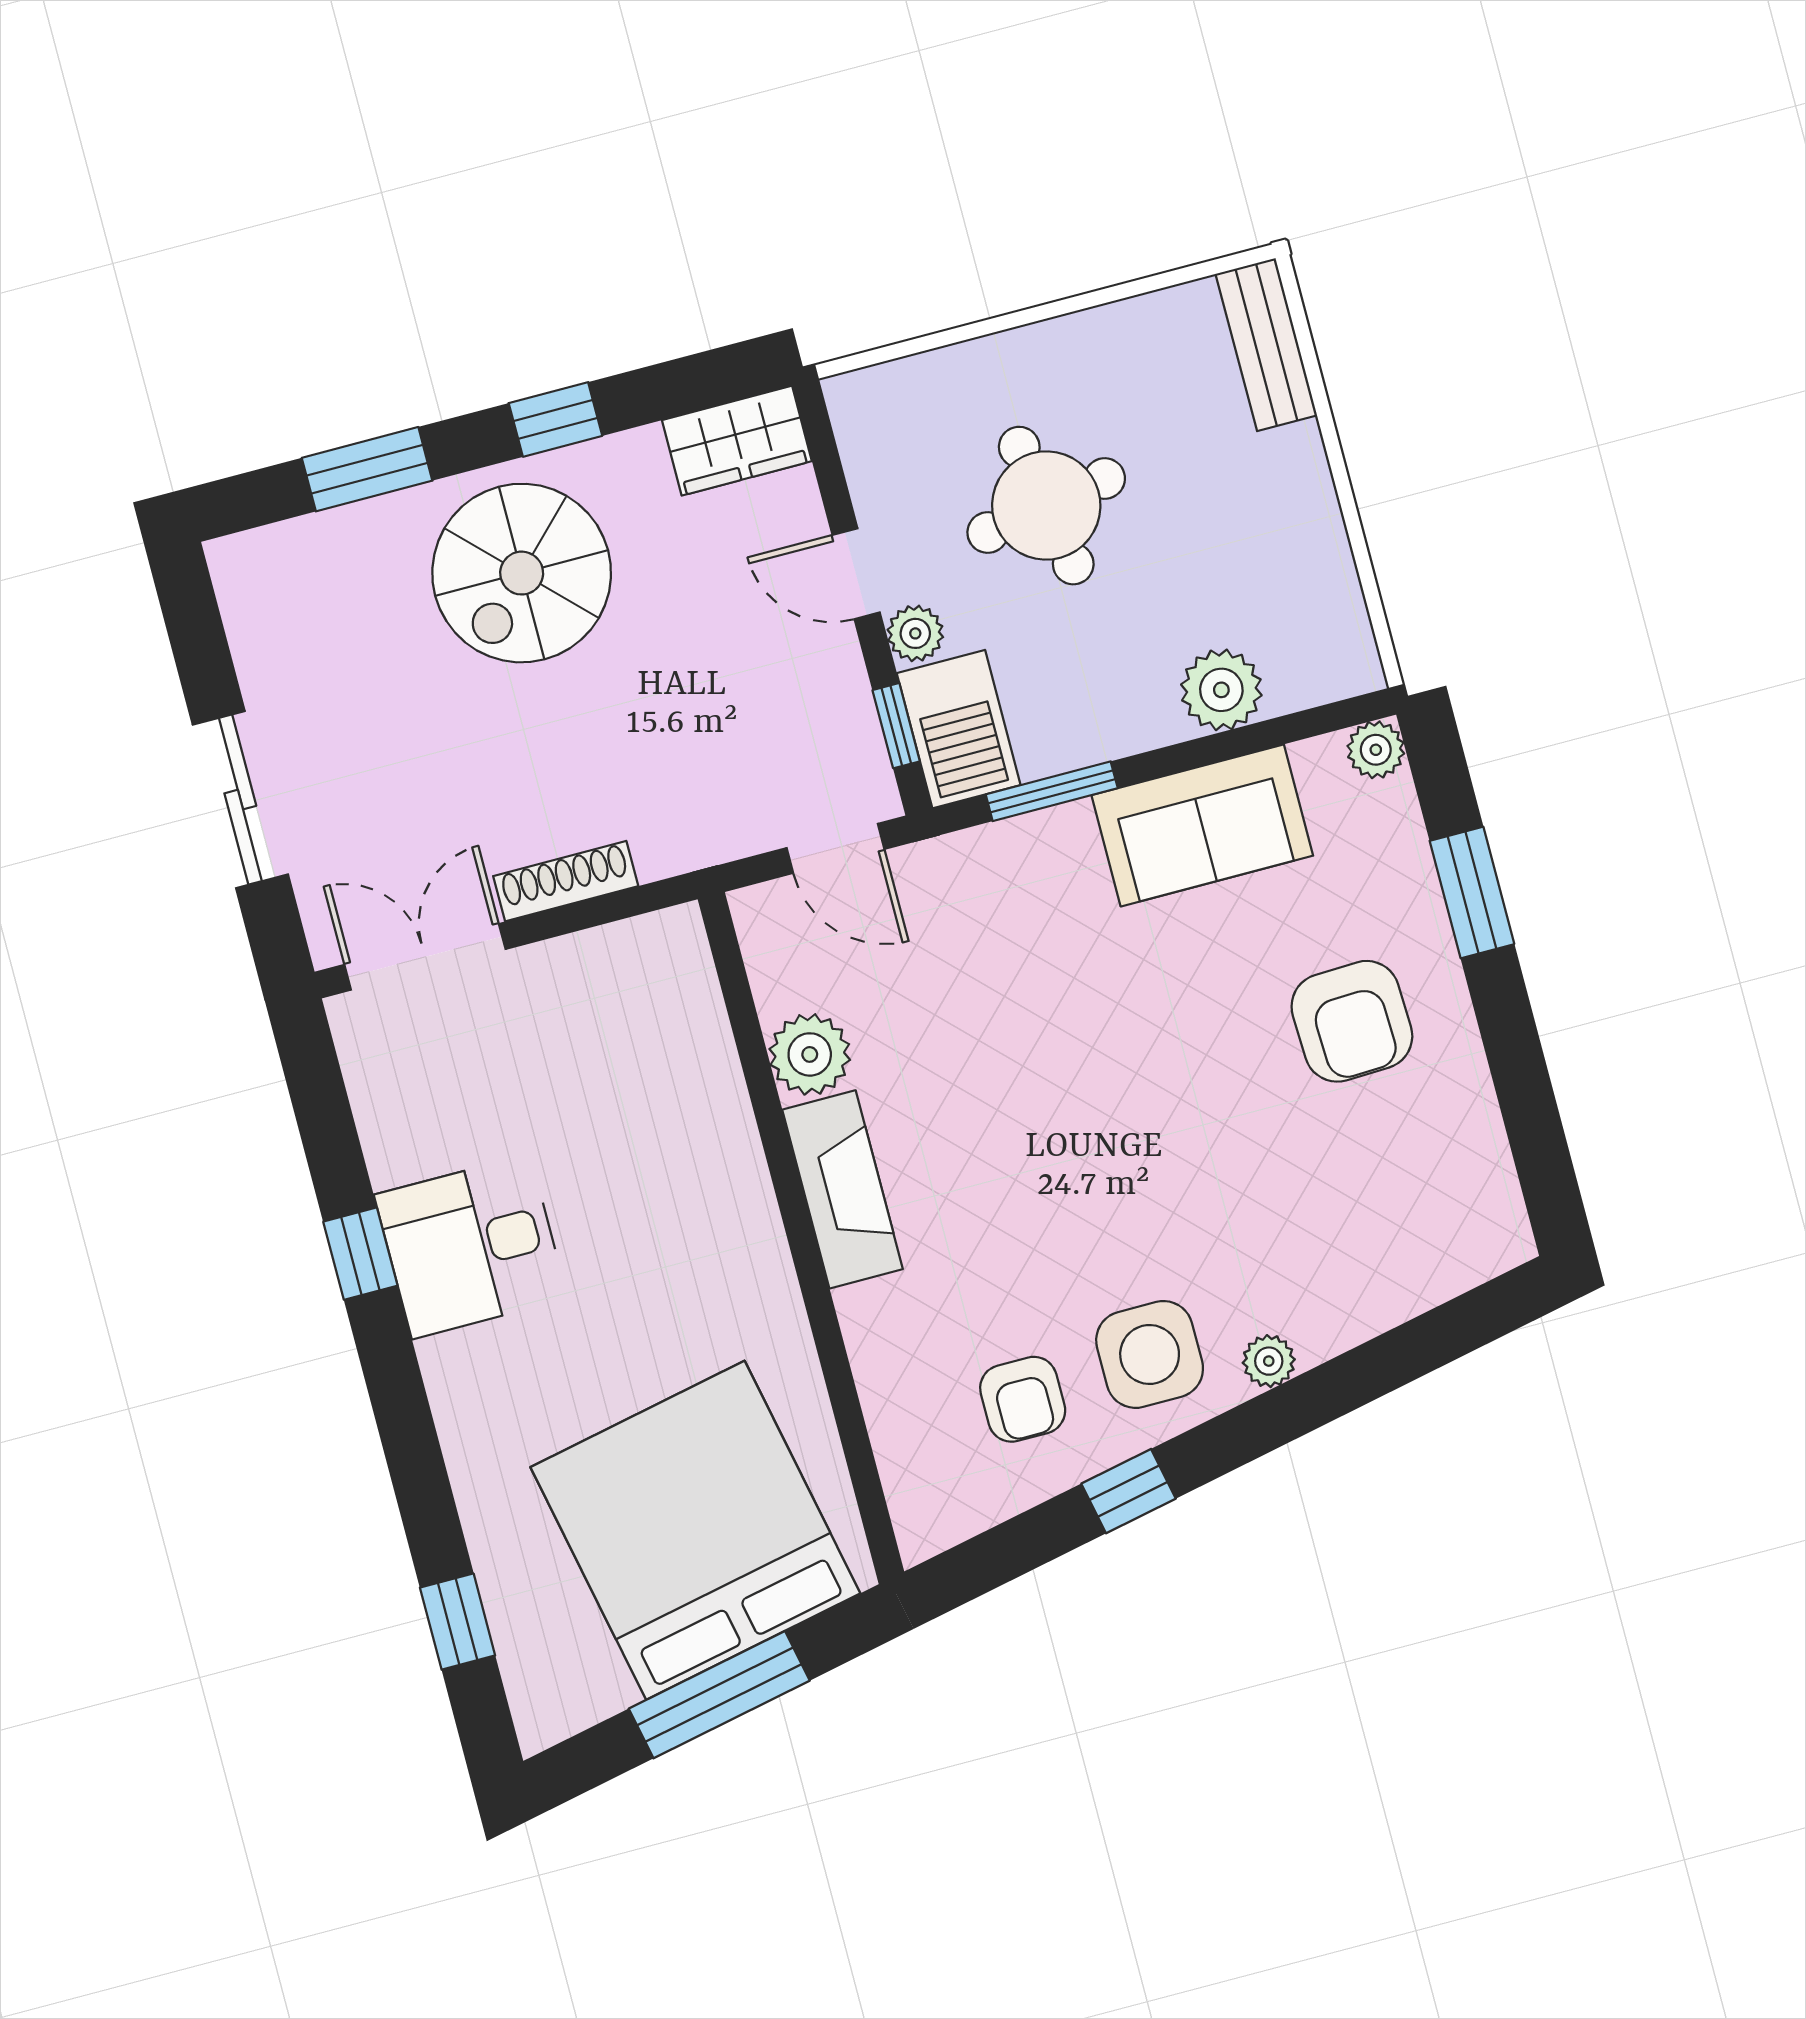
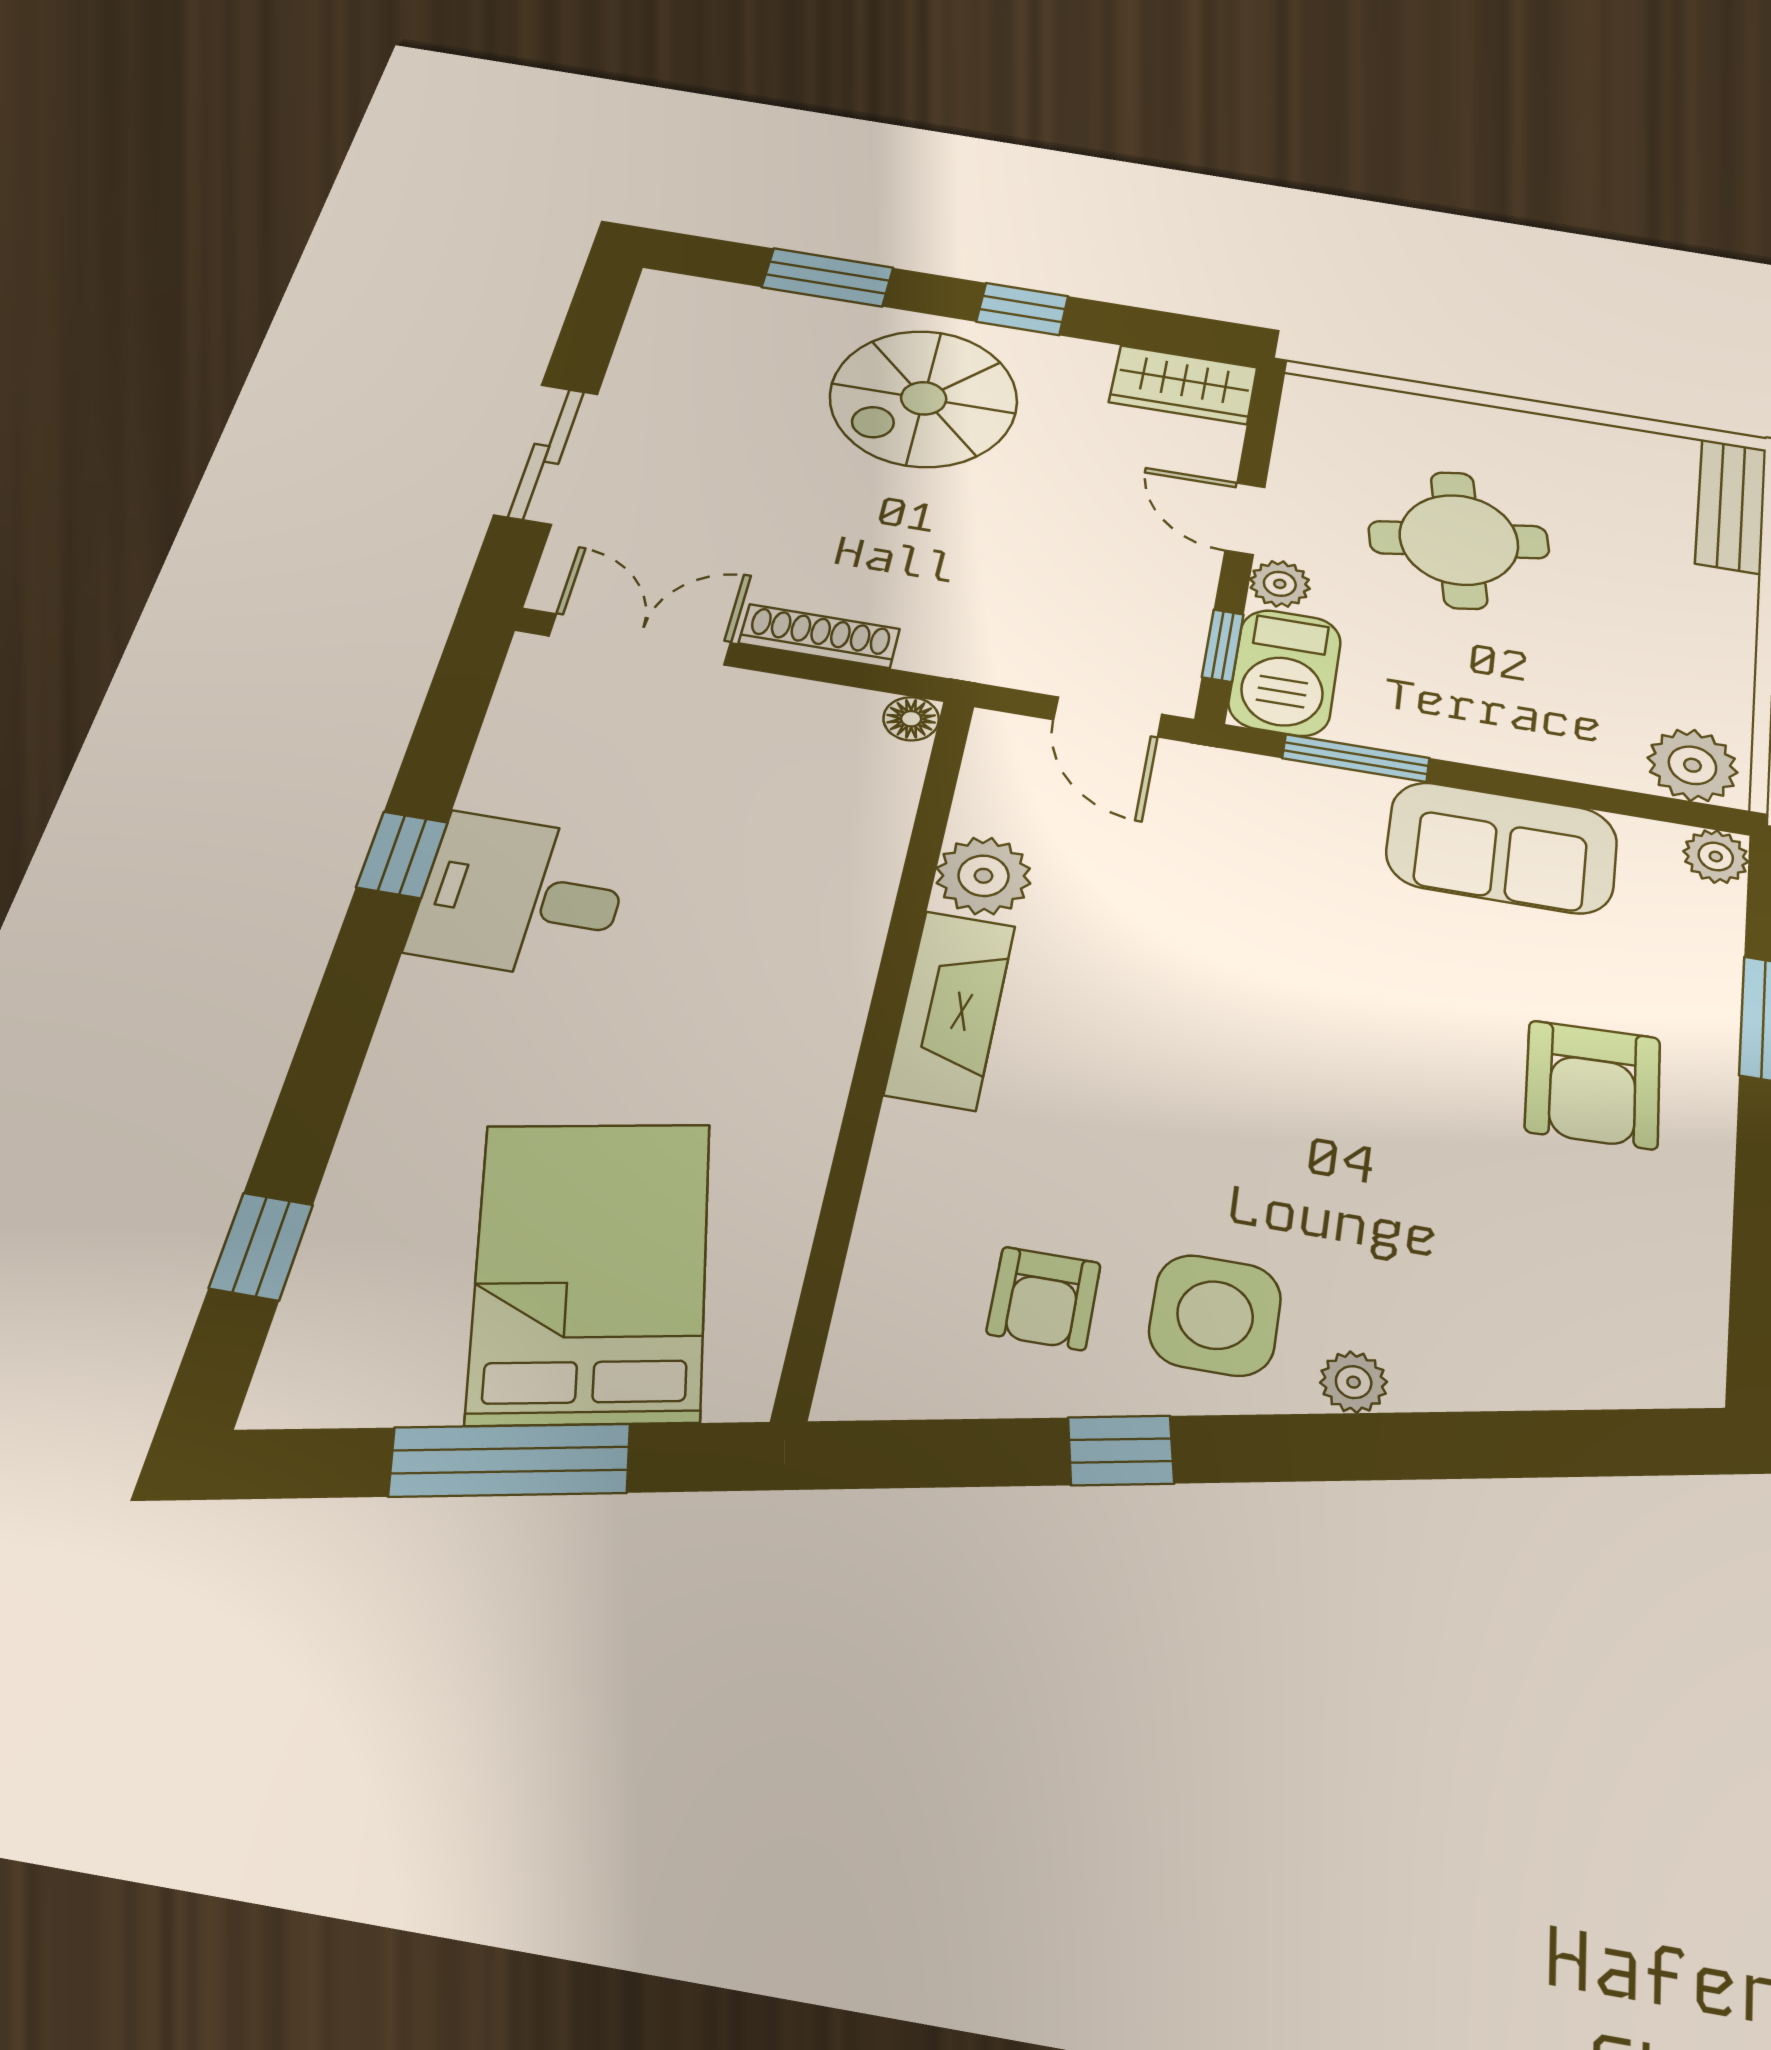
plant: (1221, 690) -> (1692, 765), moved
floor lamp: (680, 929) -> (911, 719), added
bed: (695, 1530) -> (591, 1271), width x0.73

